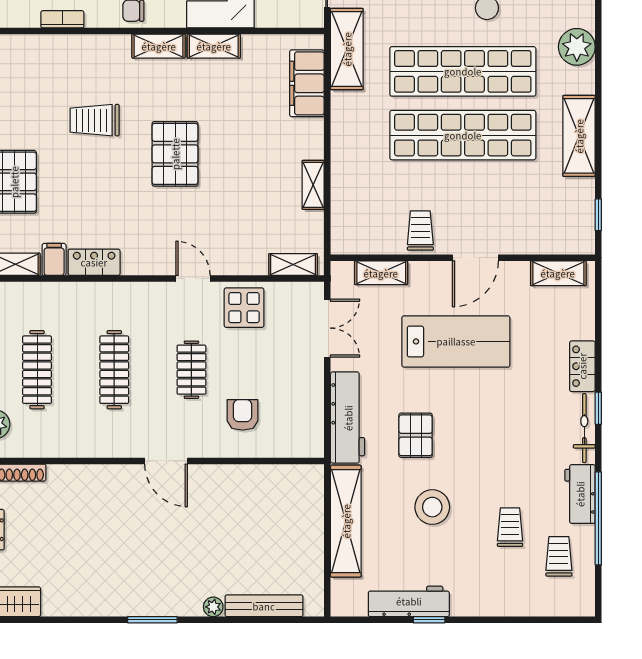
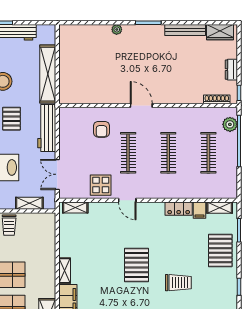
shelving: (313, 185) -> (65, 271), moved
clothes rail: (191, 370) -> (128, 153), width x1.36
bench: (264, 606) -> (185, 30), moved

